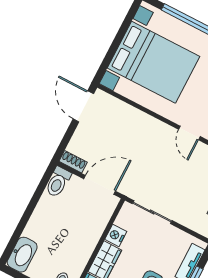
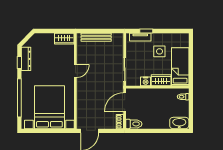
door: (100, 185) -> (125, 102), hinge flipped

